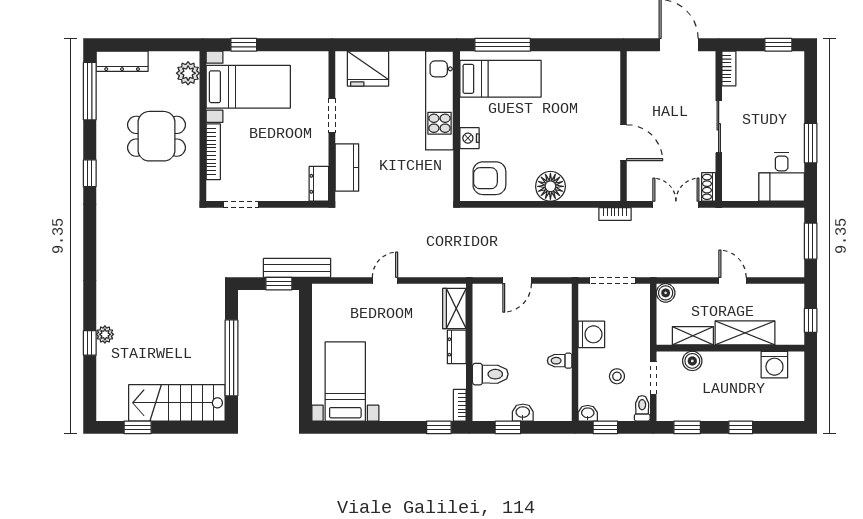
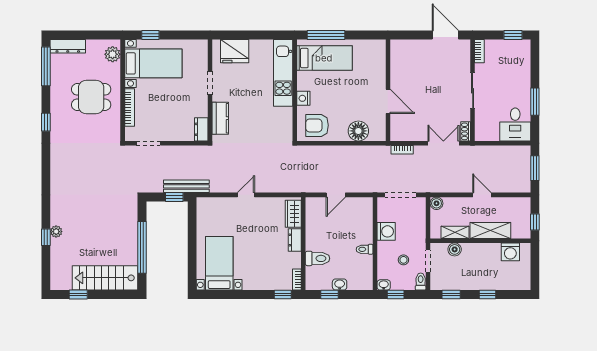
wall: (624, 126) -> (388, 90), moved
door: (624, 143) -> (388, 101), moved

